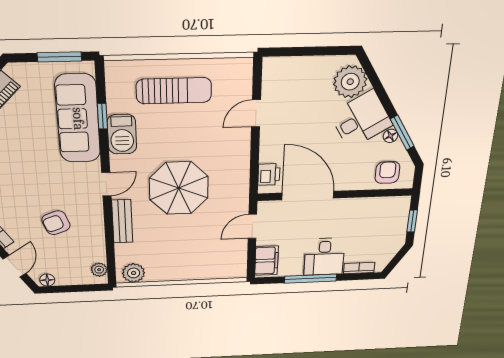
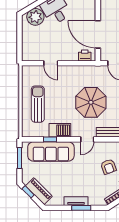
door: (106, 184) -> (87, 139), swing flipped
door: (308, 196) -> (98, 34), hinge flipped

